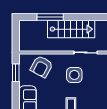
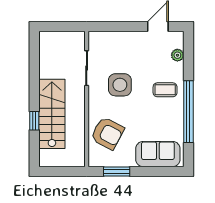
window: (50, 17) -> (34, 121), width x0.46
stairs: (71, 29) -> (52, 114), moved

